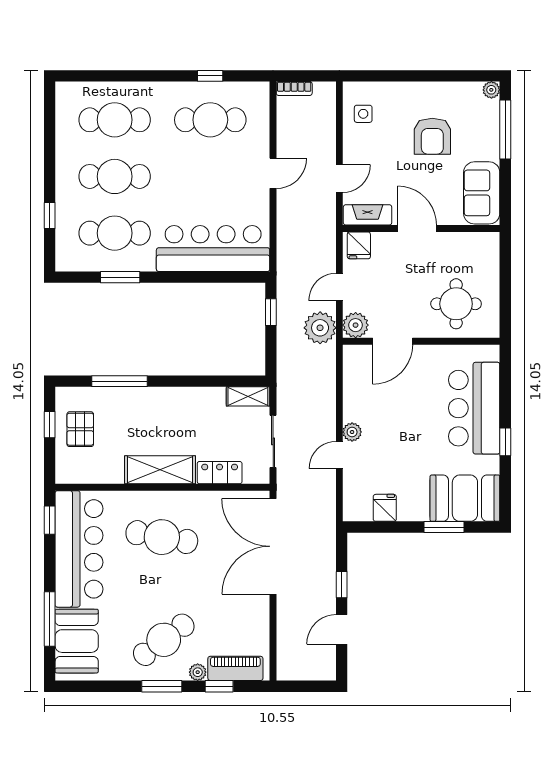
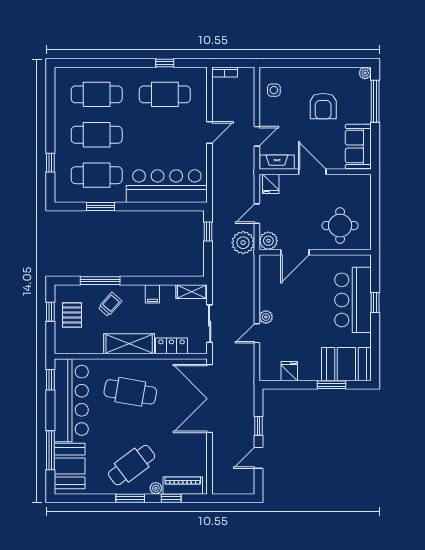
filing cabinet: (193, 400) -> (152, 294), added
trolley: (133, 414) -> (110, 304), added
window: (505, 442) -> (375, 303), moved

